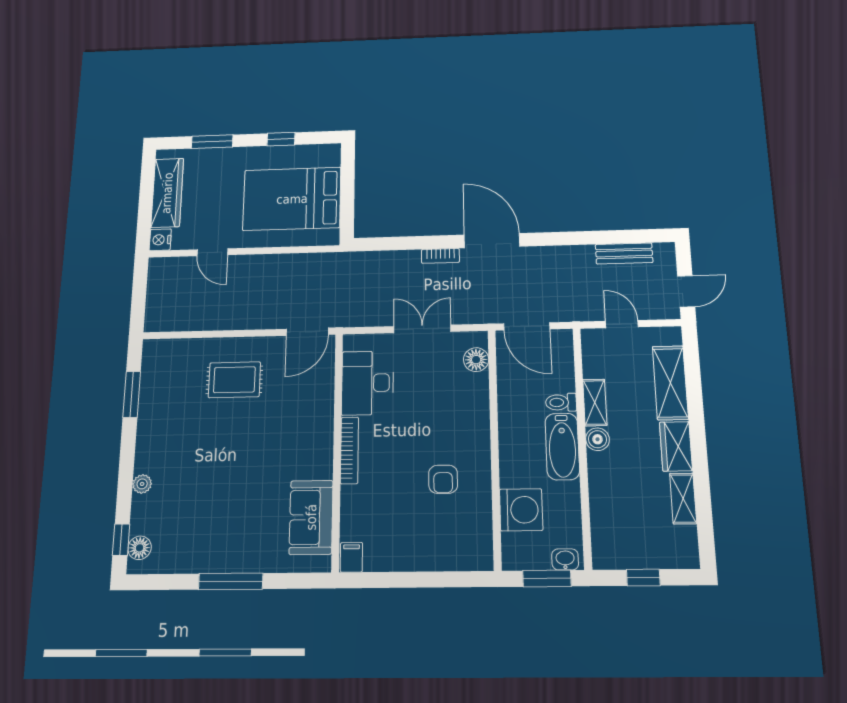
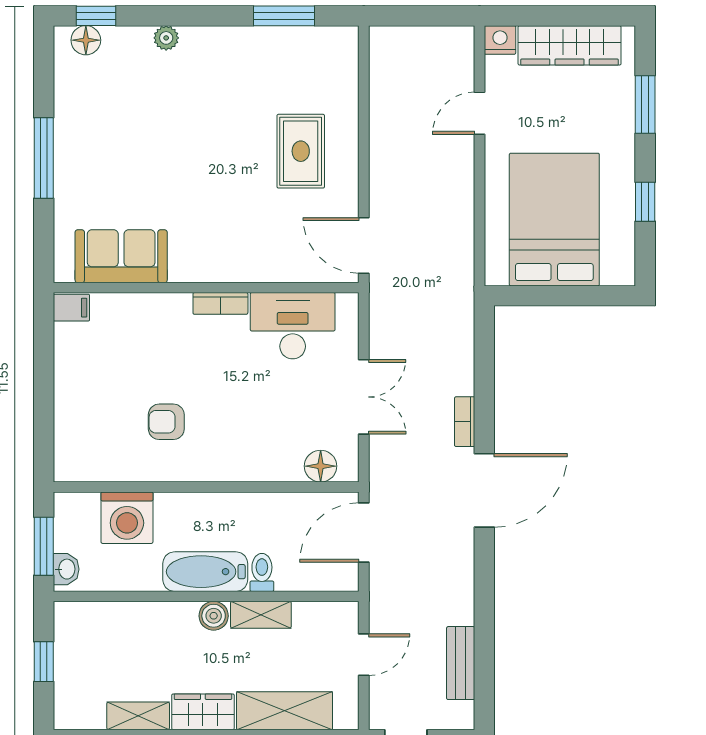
bookcase: (349, 450) -> (220, 303), width x0.64

